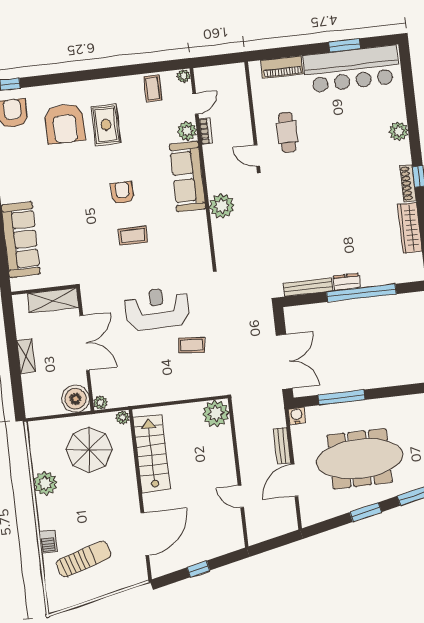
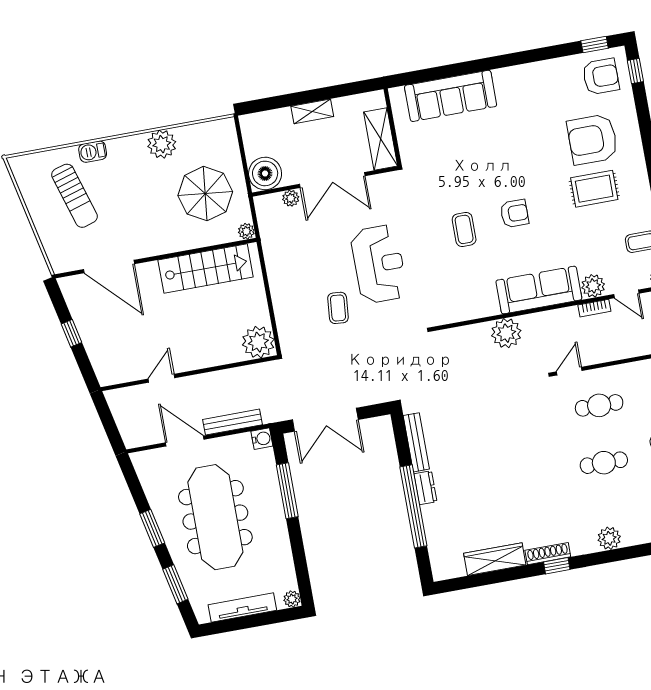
cafe table: (335, 132) -> (604, 463), added
plant: (100, 403) -> (291, 198), moved
bench: (282, 446) -> (232, 422), width x1.36

